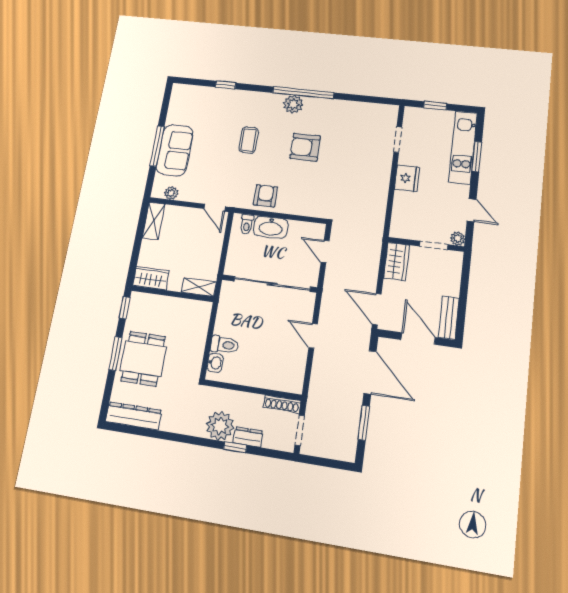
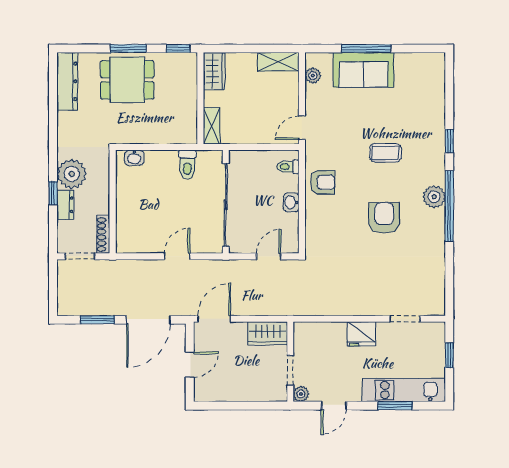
window: (226, 85) -> (449, 141), moved
washbasin: (271, 227) -> (291, 202), width x0.52, depth x0.69
bench: (449, 318) -> (215, 393), removed
door: (418, 339) -> (190, 364), width x0.73
toilet: (225, 345) -> (187, 165), moved

